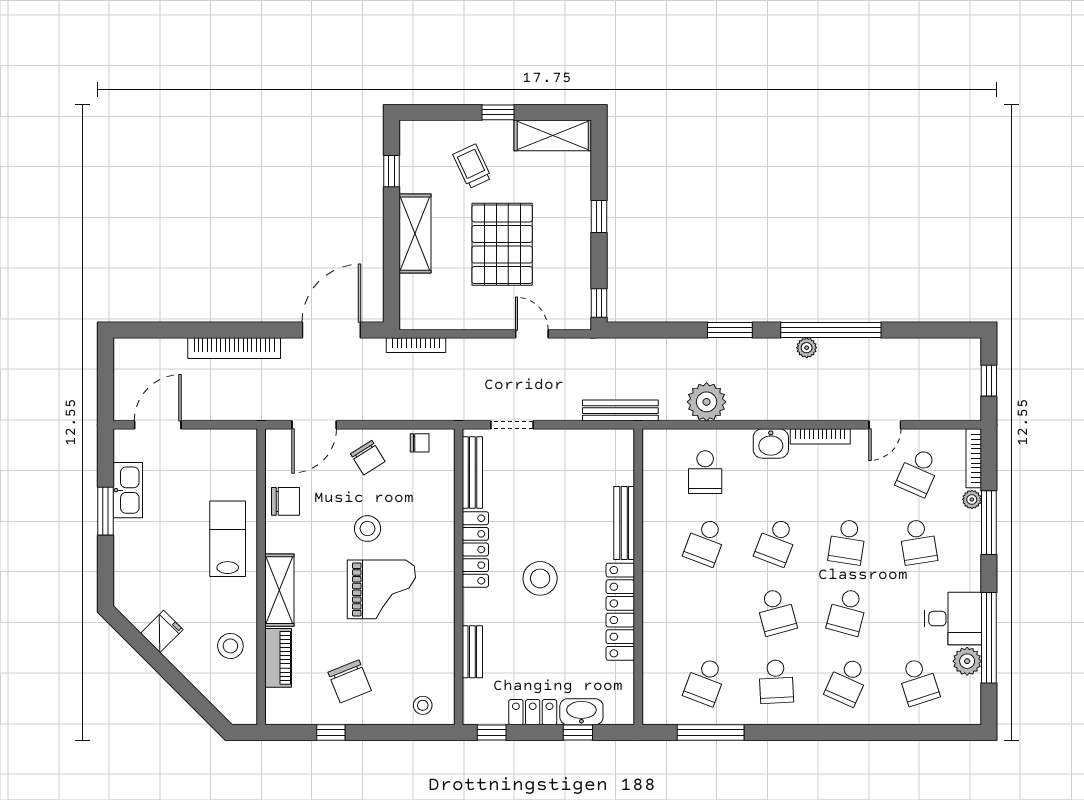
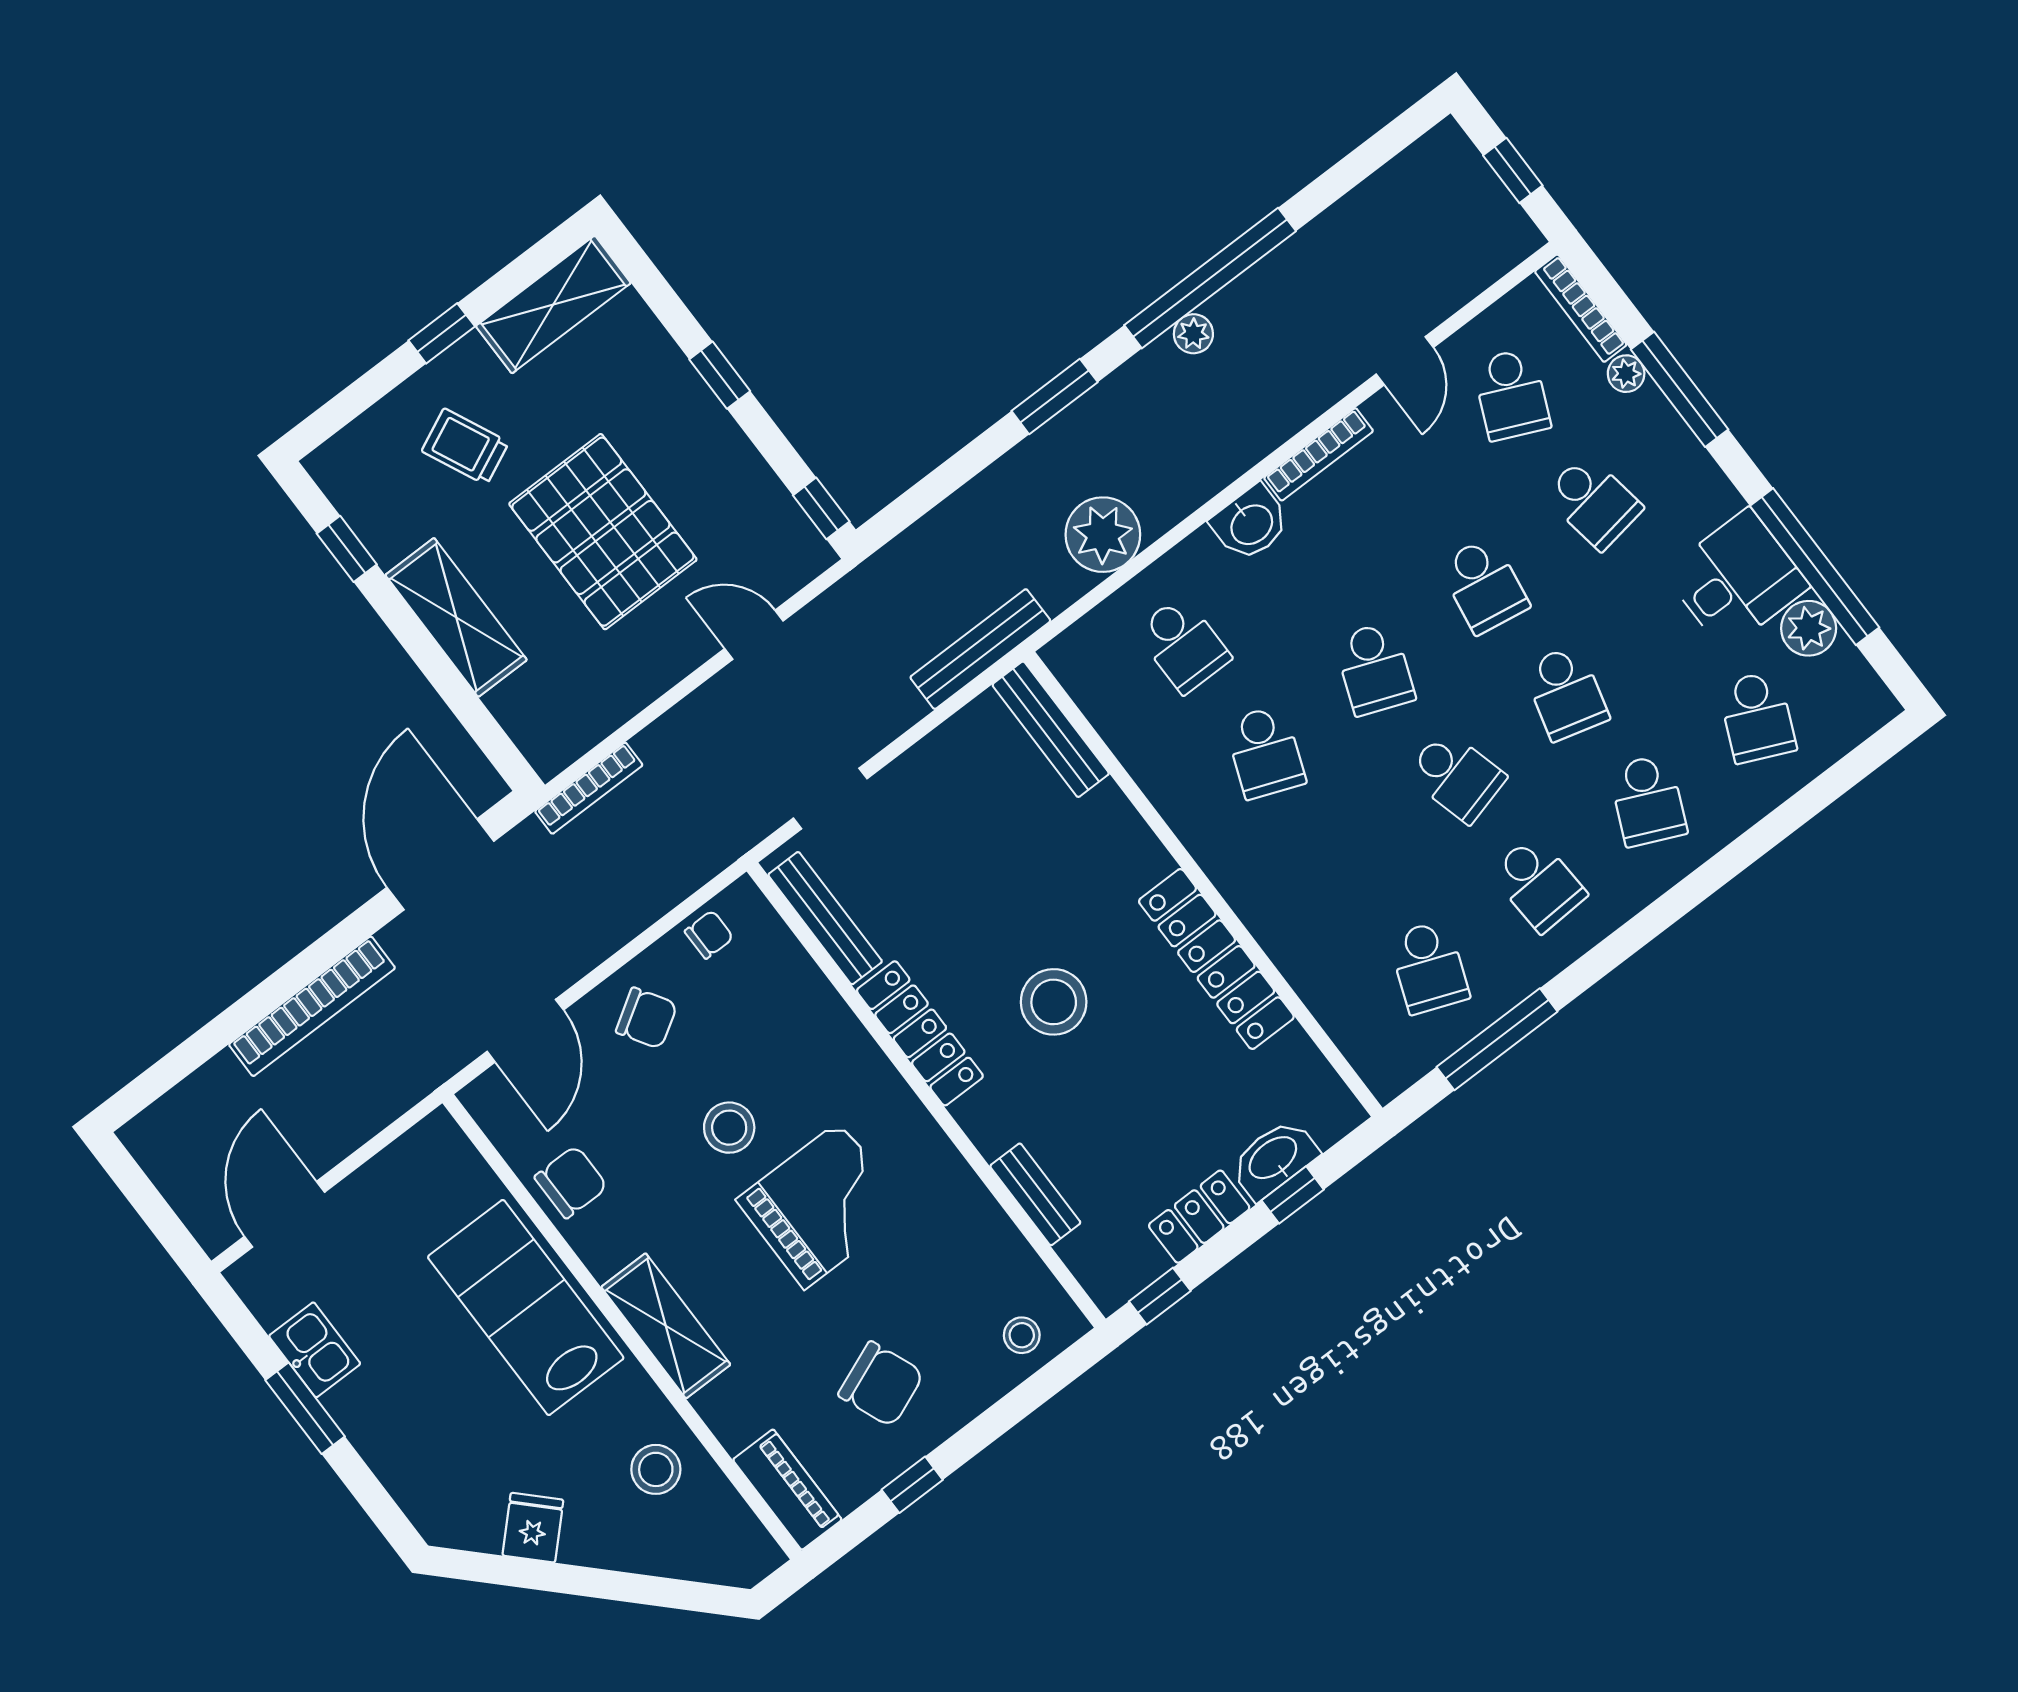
kitchen sink: (128, 490) -> (315, 1350), width x0.73
bench: (624, 523) -> (1051, 729), moved
lab bench: (228, 539) -> (526, 1307), width x1.36, depth x1.39
piano: (278, 658) -> (787, 1490), moved
school desk: (918, 682) -> (1757, 717), turned 42

